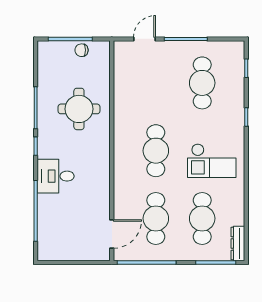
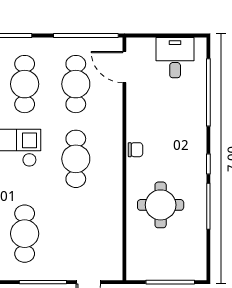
chair: (82, 50) -> (135, 150), moved
desk: (56, 176) -> (175, 58), moved, turned -90
door: (112, 234) -> (124, 67), hinge flipped

